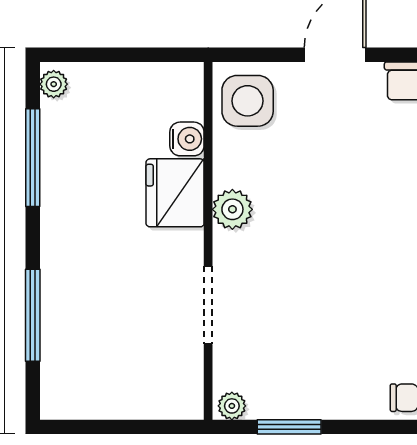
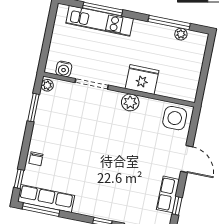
plant: (54, 84) -> (181, 34), moved
water cooler: (187, 139) -> (64, 69), moved
kitchen unit: (61, 317) -> (100, 21), added

